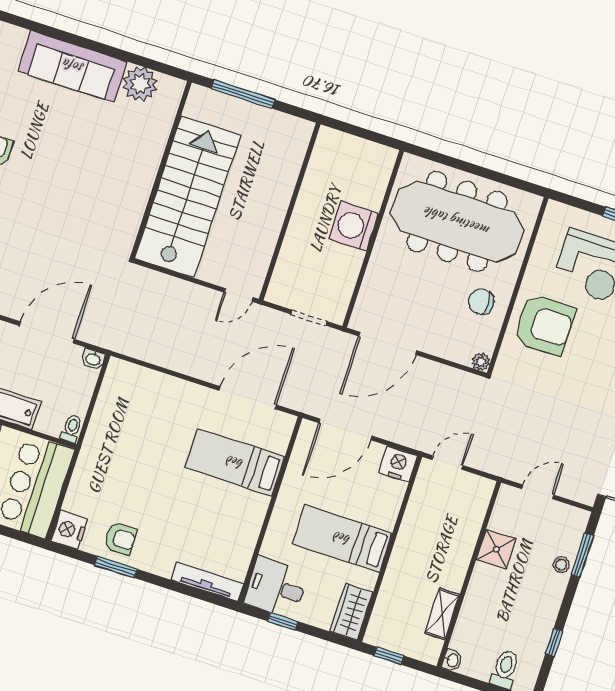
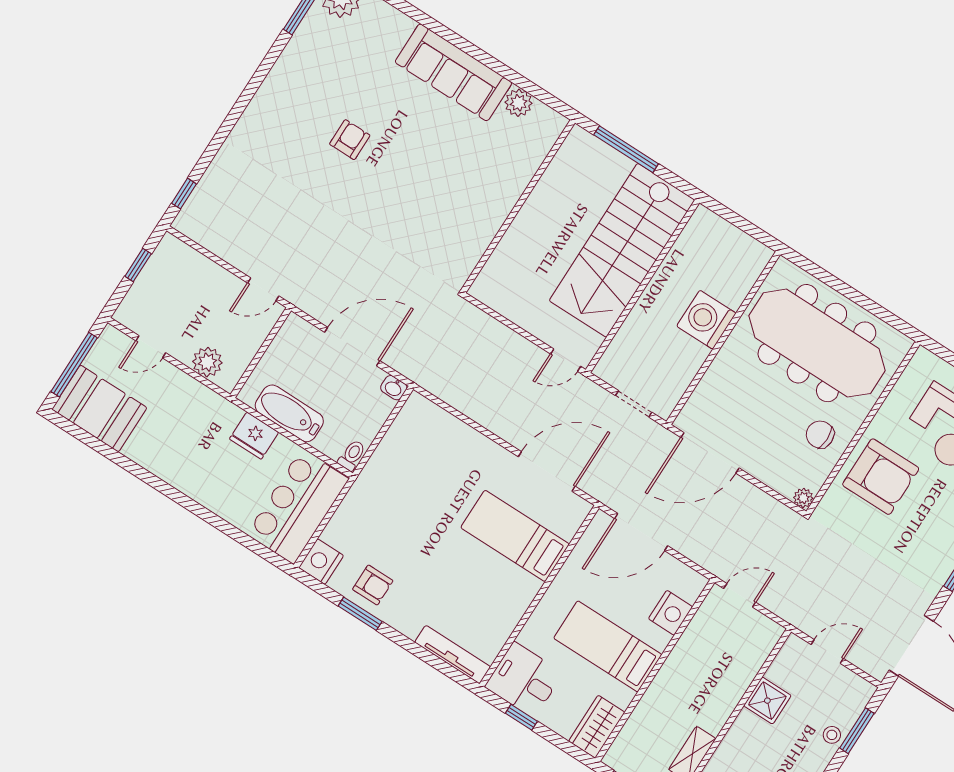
plant: (140, 84) -> (519, 103), width x0.73, depth x0.73
stairs: (187, 197) -> (622, 250), moved, turned 180
nightstand: (398, 464) -> (671, 613), moved, turned 90

